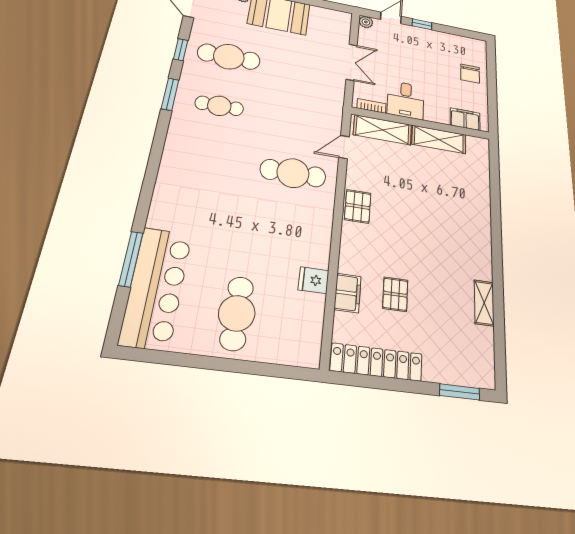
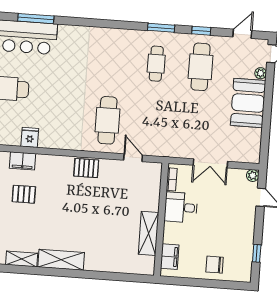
window: (422, 24) -> (257, 253), moved
shelving: (383, 130) -> (61, 260), moved, turned 90

